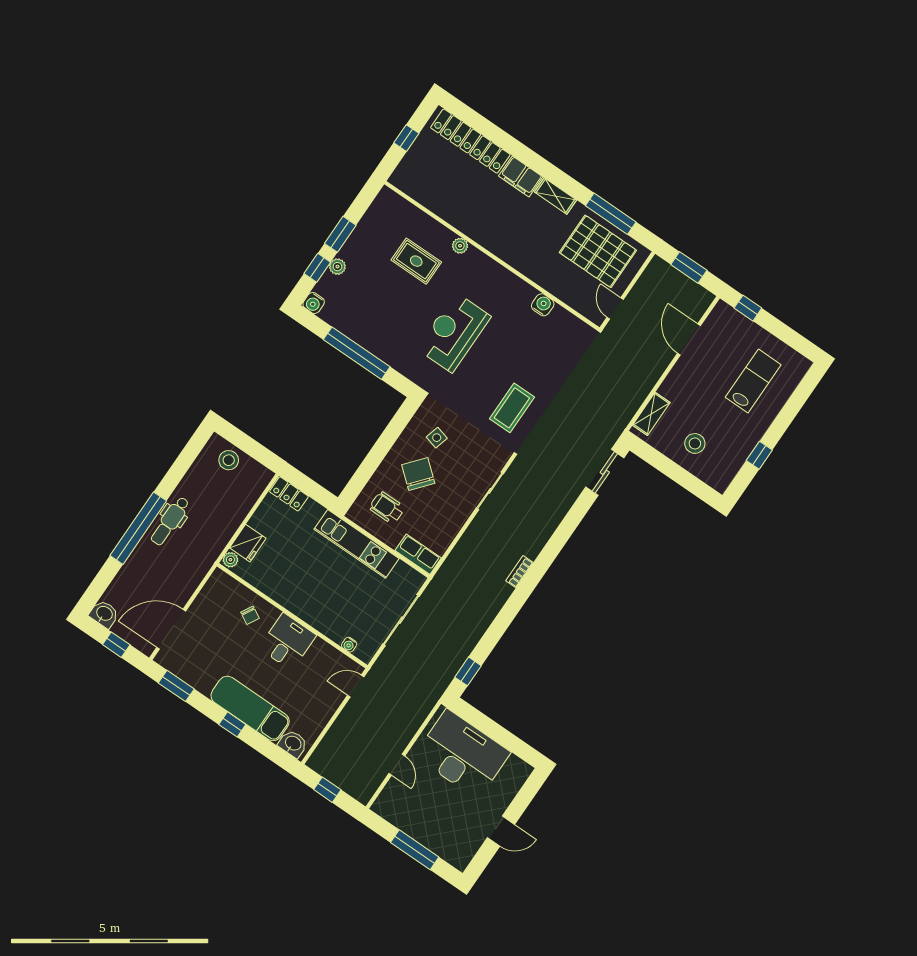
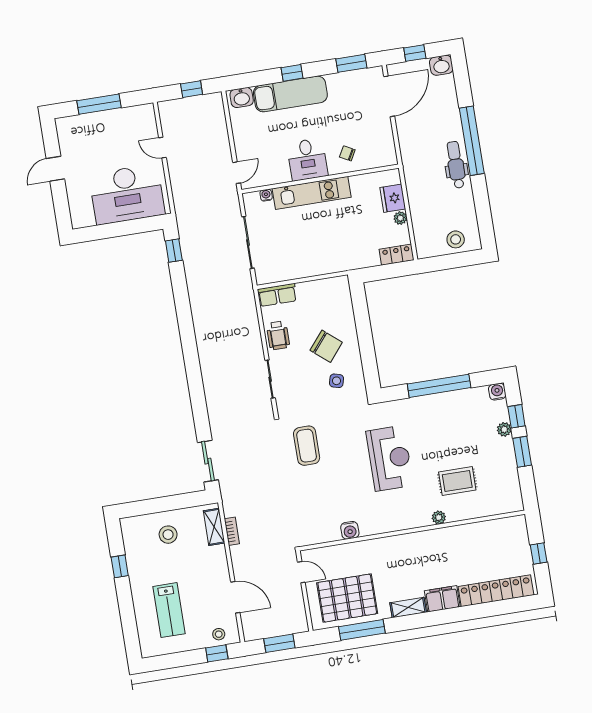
stool: (731, 322) -> (219, 634), added
wheelchair: (387, 508) -> (278, 335), moved, turned 90
kitchen unit: (357, 544) -> (312, 193), moved, turned 180
plant: (230, 560) -> (400, 218), moved
bookcase: (520, 572) -> (232, 531), moved

